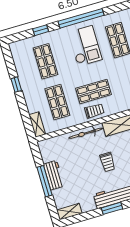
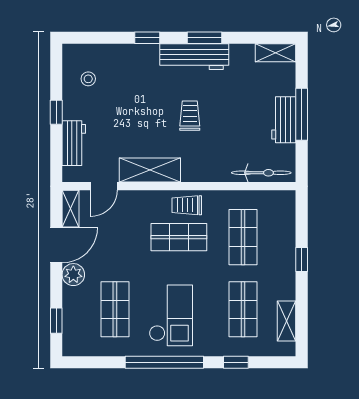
checkout: (85, 46) -> (171, 315), turned 180
window: (16, 85) -> (302, 260), moved
shelving: (37, 124) -> (287, 321), moved
bicycle: (86, 133) -> (261, 173), moved

